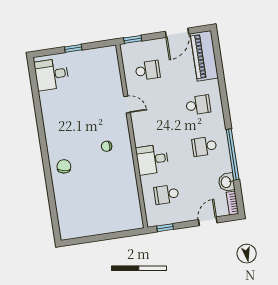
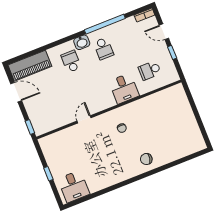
school desk: (148, 70) -> (52, 109), removed
washbasin: (226, 182) -> (82, 42), moved
school desk: (166, 194) -> (150, 70), turned 90
window: (165, 228) -> (172, 52), moved

